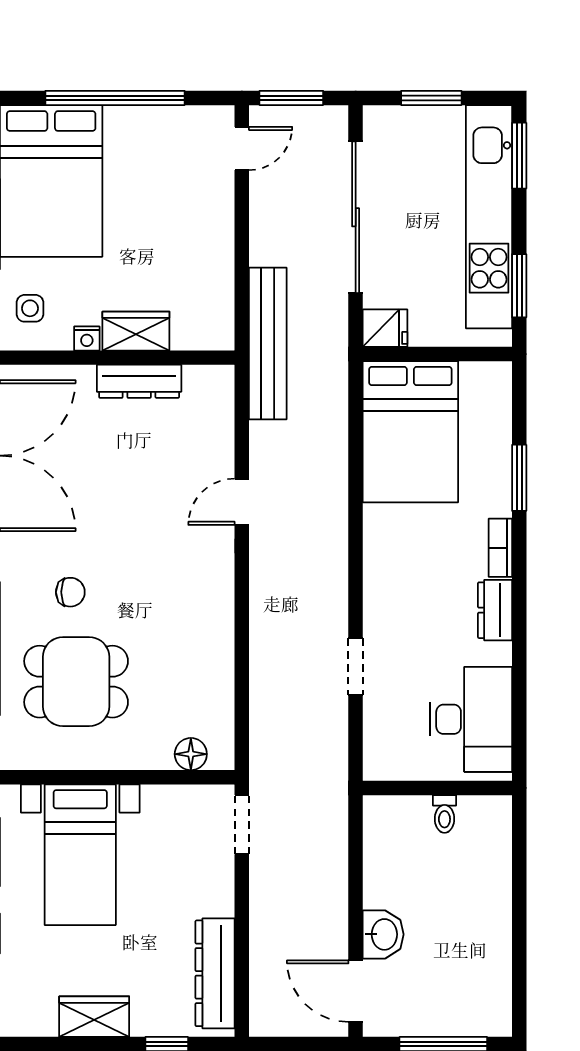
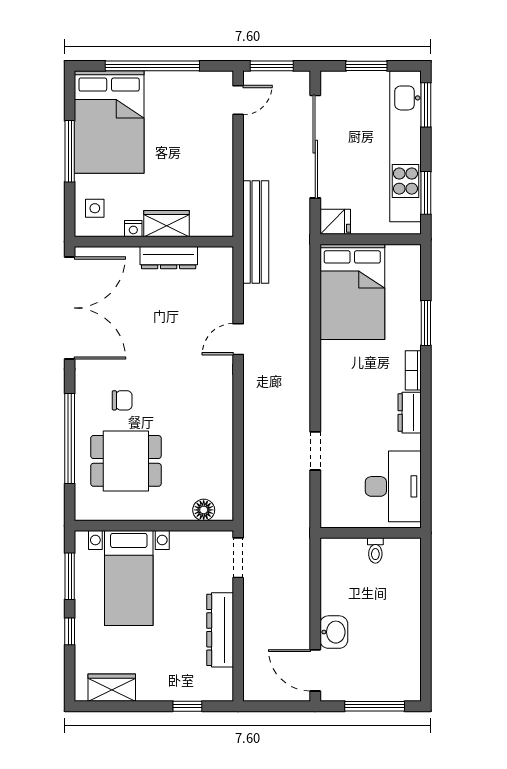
dresser: (215, 973) -> (220, 630), moved
wardrobe: (94, 1017) -> (112, 688), moved

